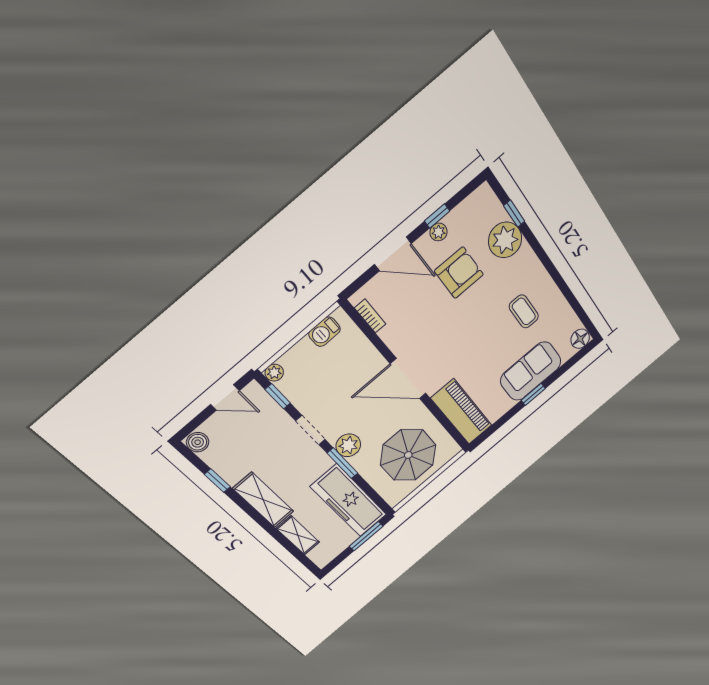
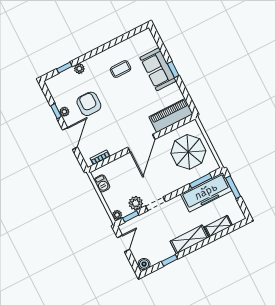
plant: (505, 240) -> (79, 69), width x0.53, depth x0.53
floor lamp: (580, 339) -> (146, 36), removed
plant: (348, 445) -> (136, 203), moved
window: (342, 463) -> (201, 181), moved

